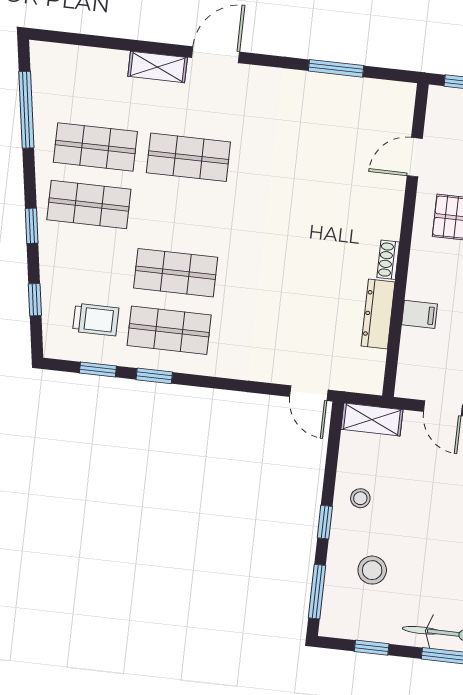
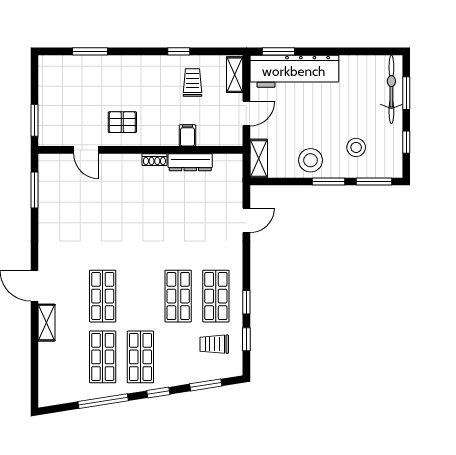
window: (336, 68) -> (34, 190), moved
window: (26, 110) -> (103, 401), moved
window: (35, 300) -> (206, 385), width x1.50
trolley: (96, 320) -> (214, 344), turned -90
door: (309, 393) -> (246, 220), moved
stool: (360, 498) -> (310, 160), width x1.89, depth x1.89
window: (325, 522) -> (328, 181), width x1.50

